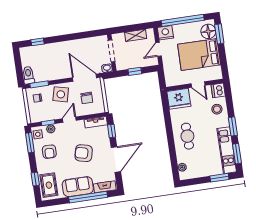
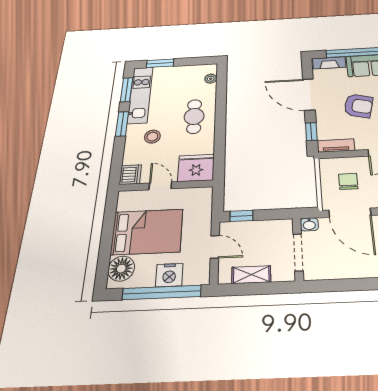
nightstand: (165, 33) -> (169, 275), moved
window: (219, 34) -> (104, 262), removed
door: (158, 49) -> (215, 247), hinge flipped
window: (135, 71) -> (241, 216), moved
stool: (217, 109) -> (152, 137), moved
door: (116, 160) -> (309, 94), hinge flipped

